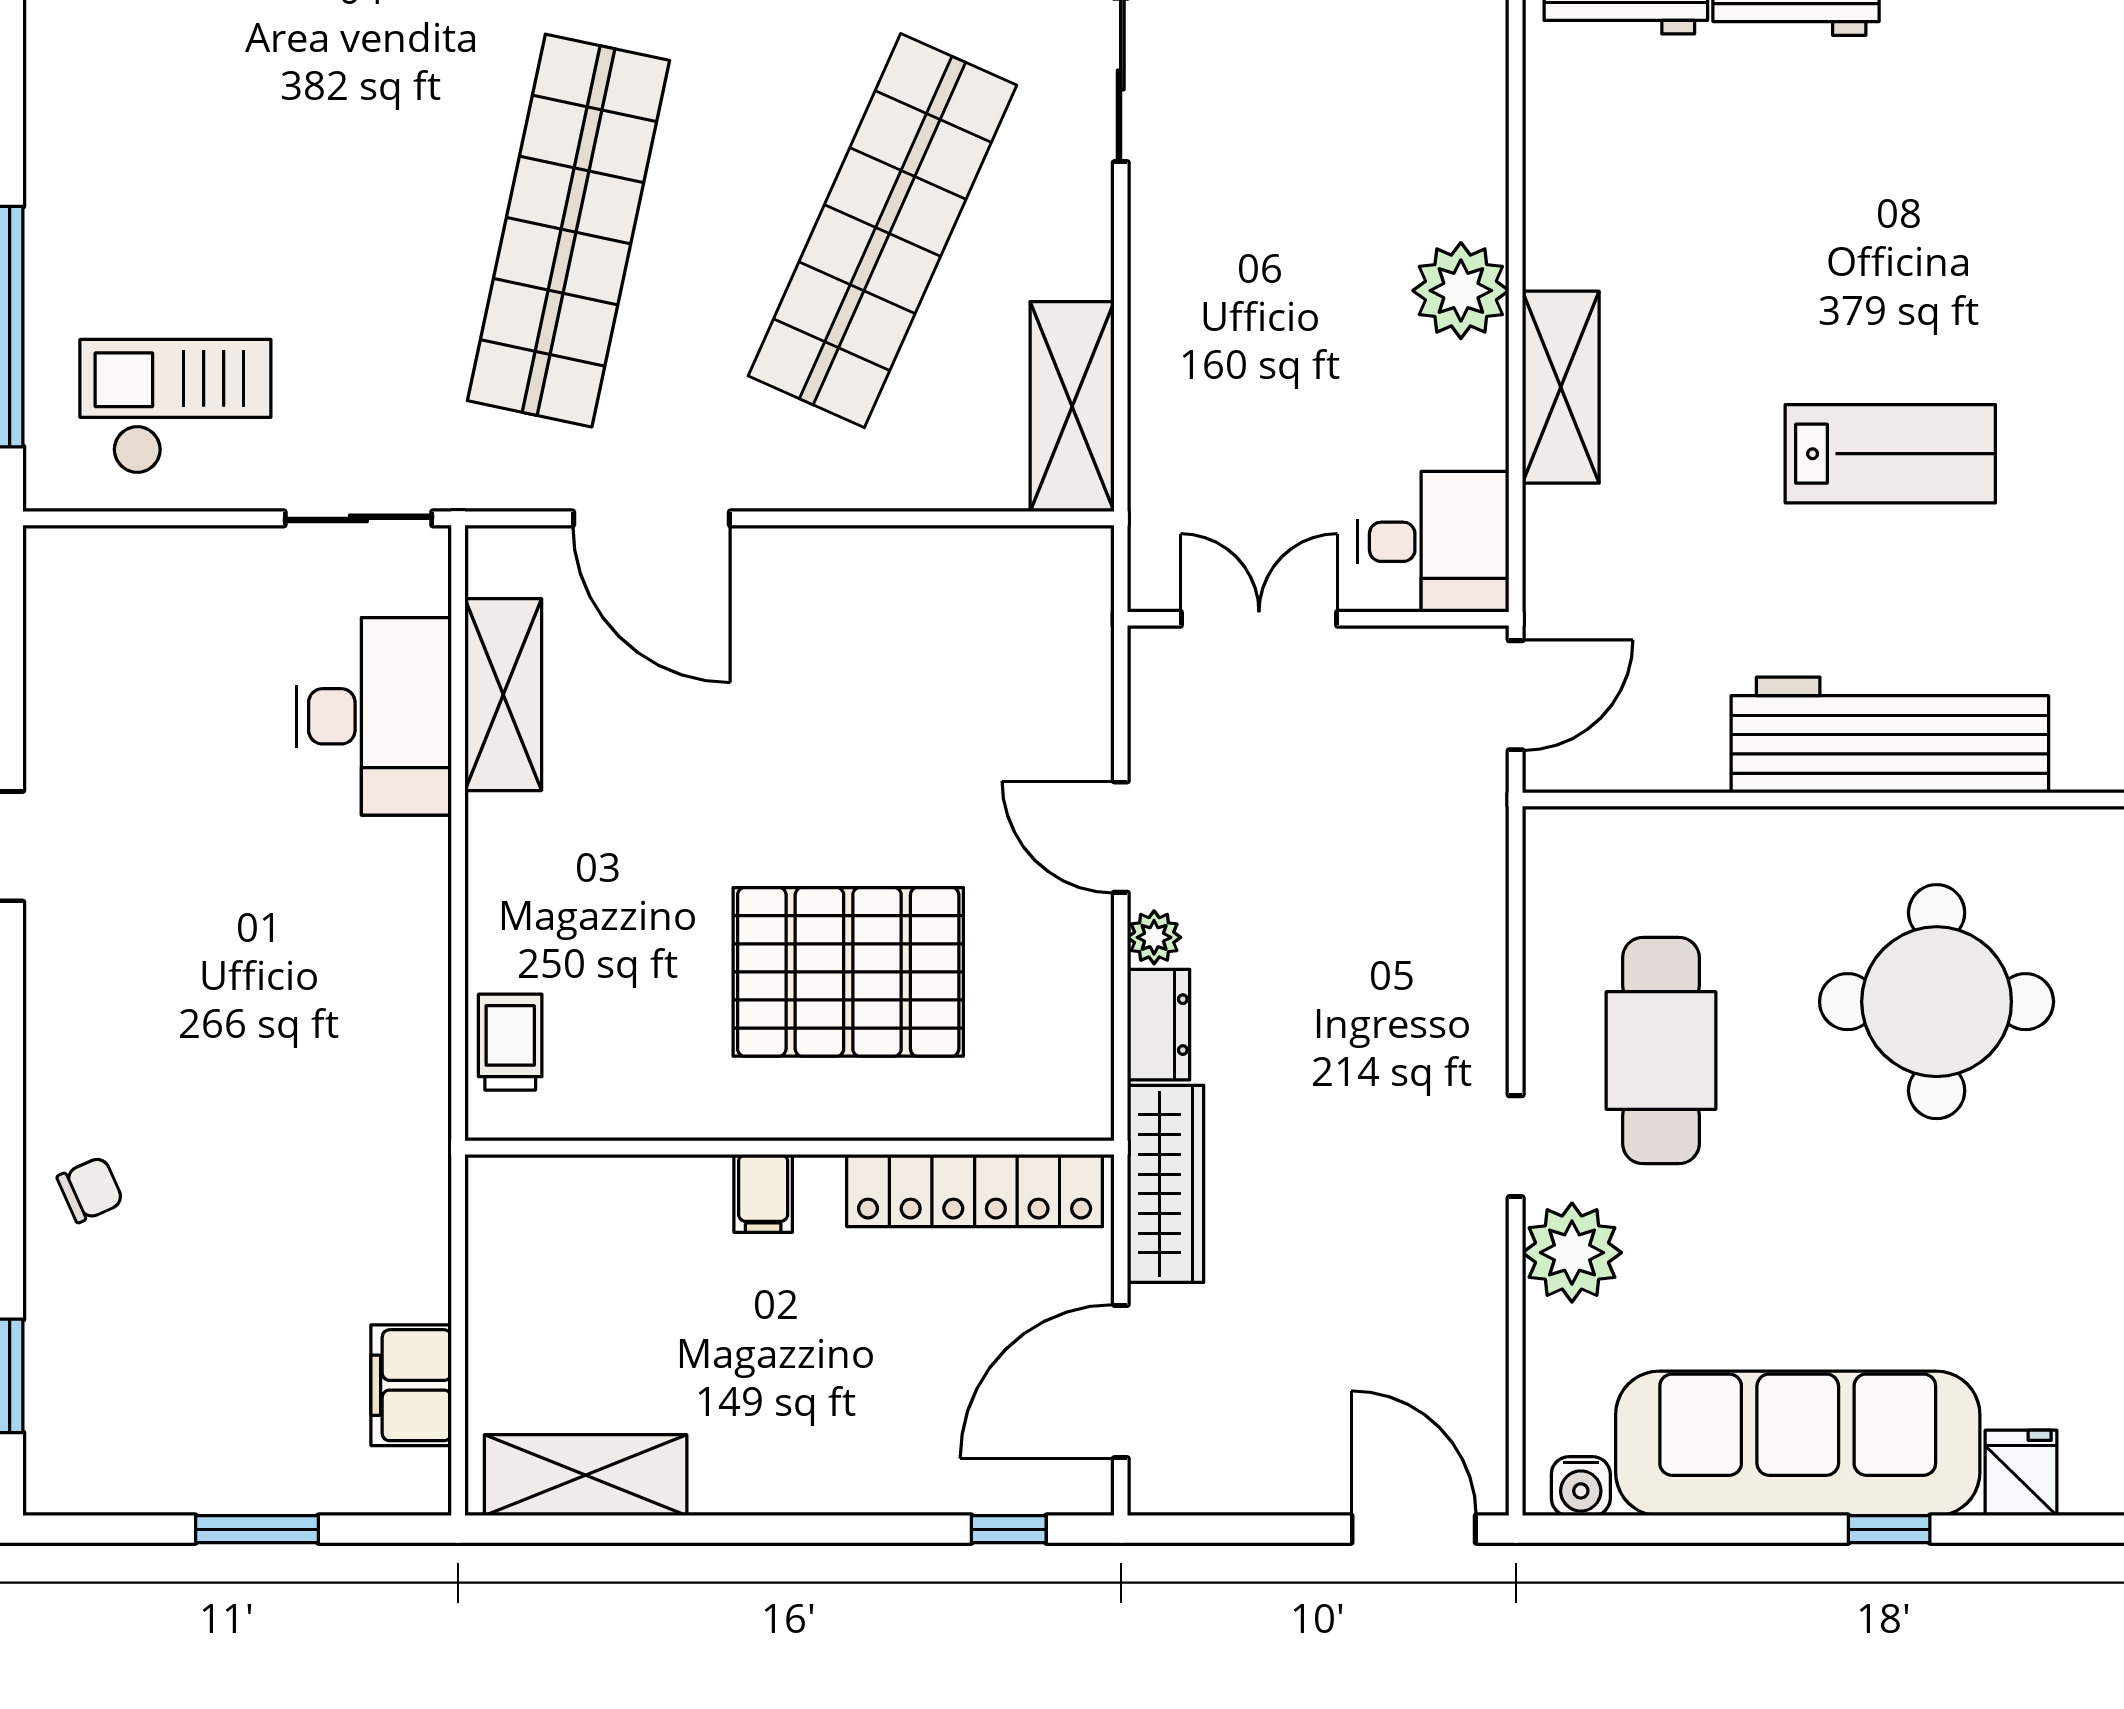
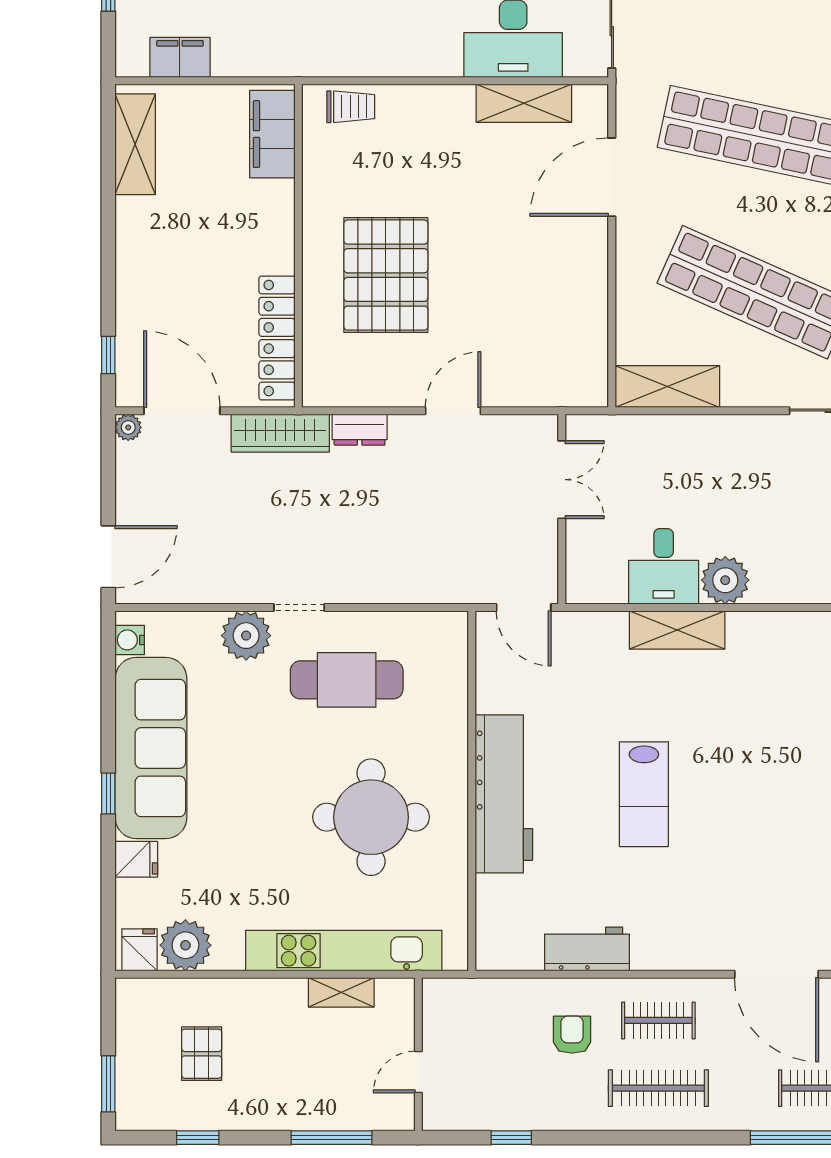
desk: (1433, 542) -> (664, 566), moved
plant: (1154, 937) -> (128, 427), moved
filing cabinet: (763, 1193) -> (272, 134), moved, width x3.00, depth x1.17

